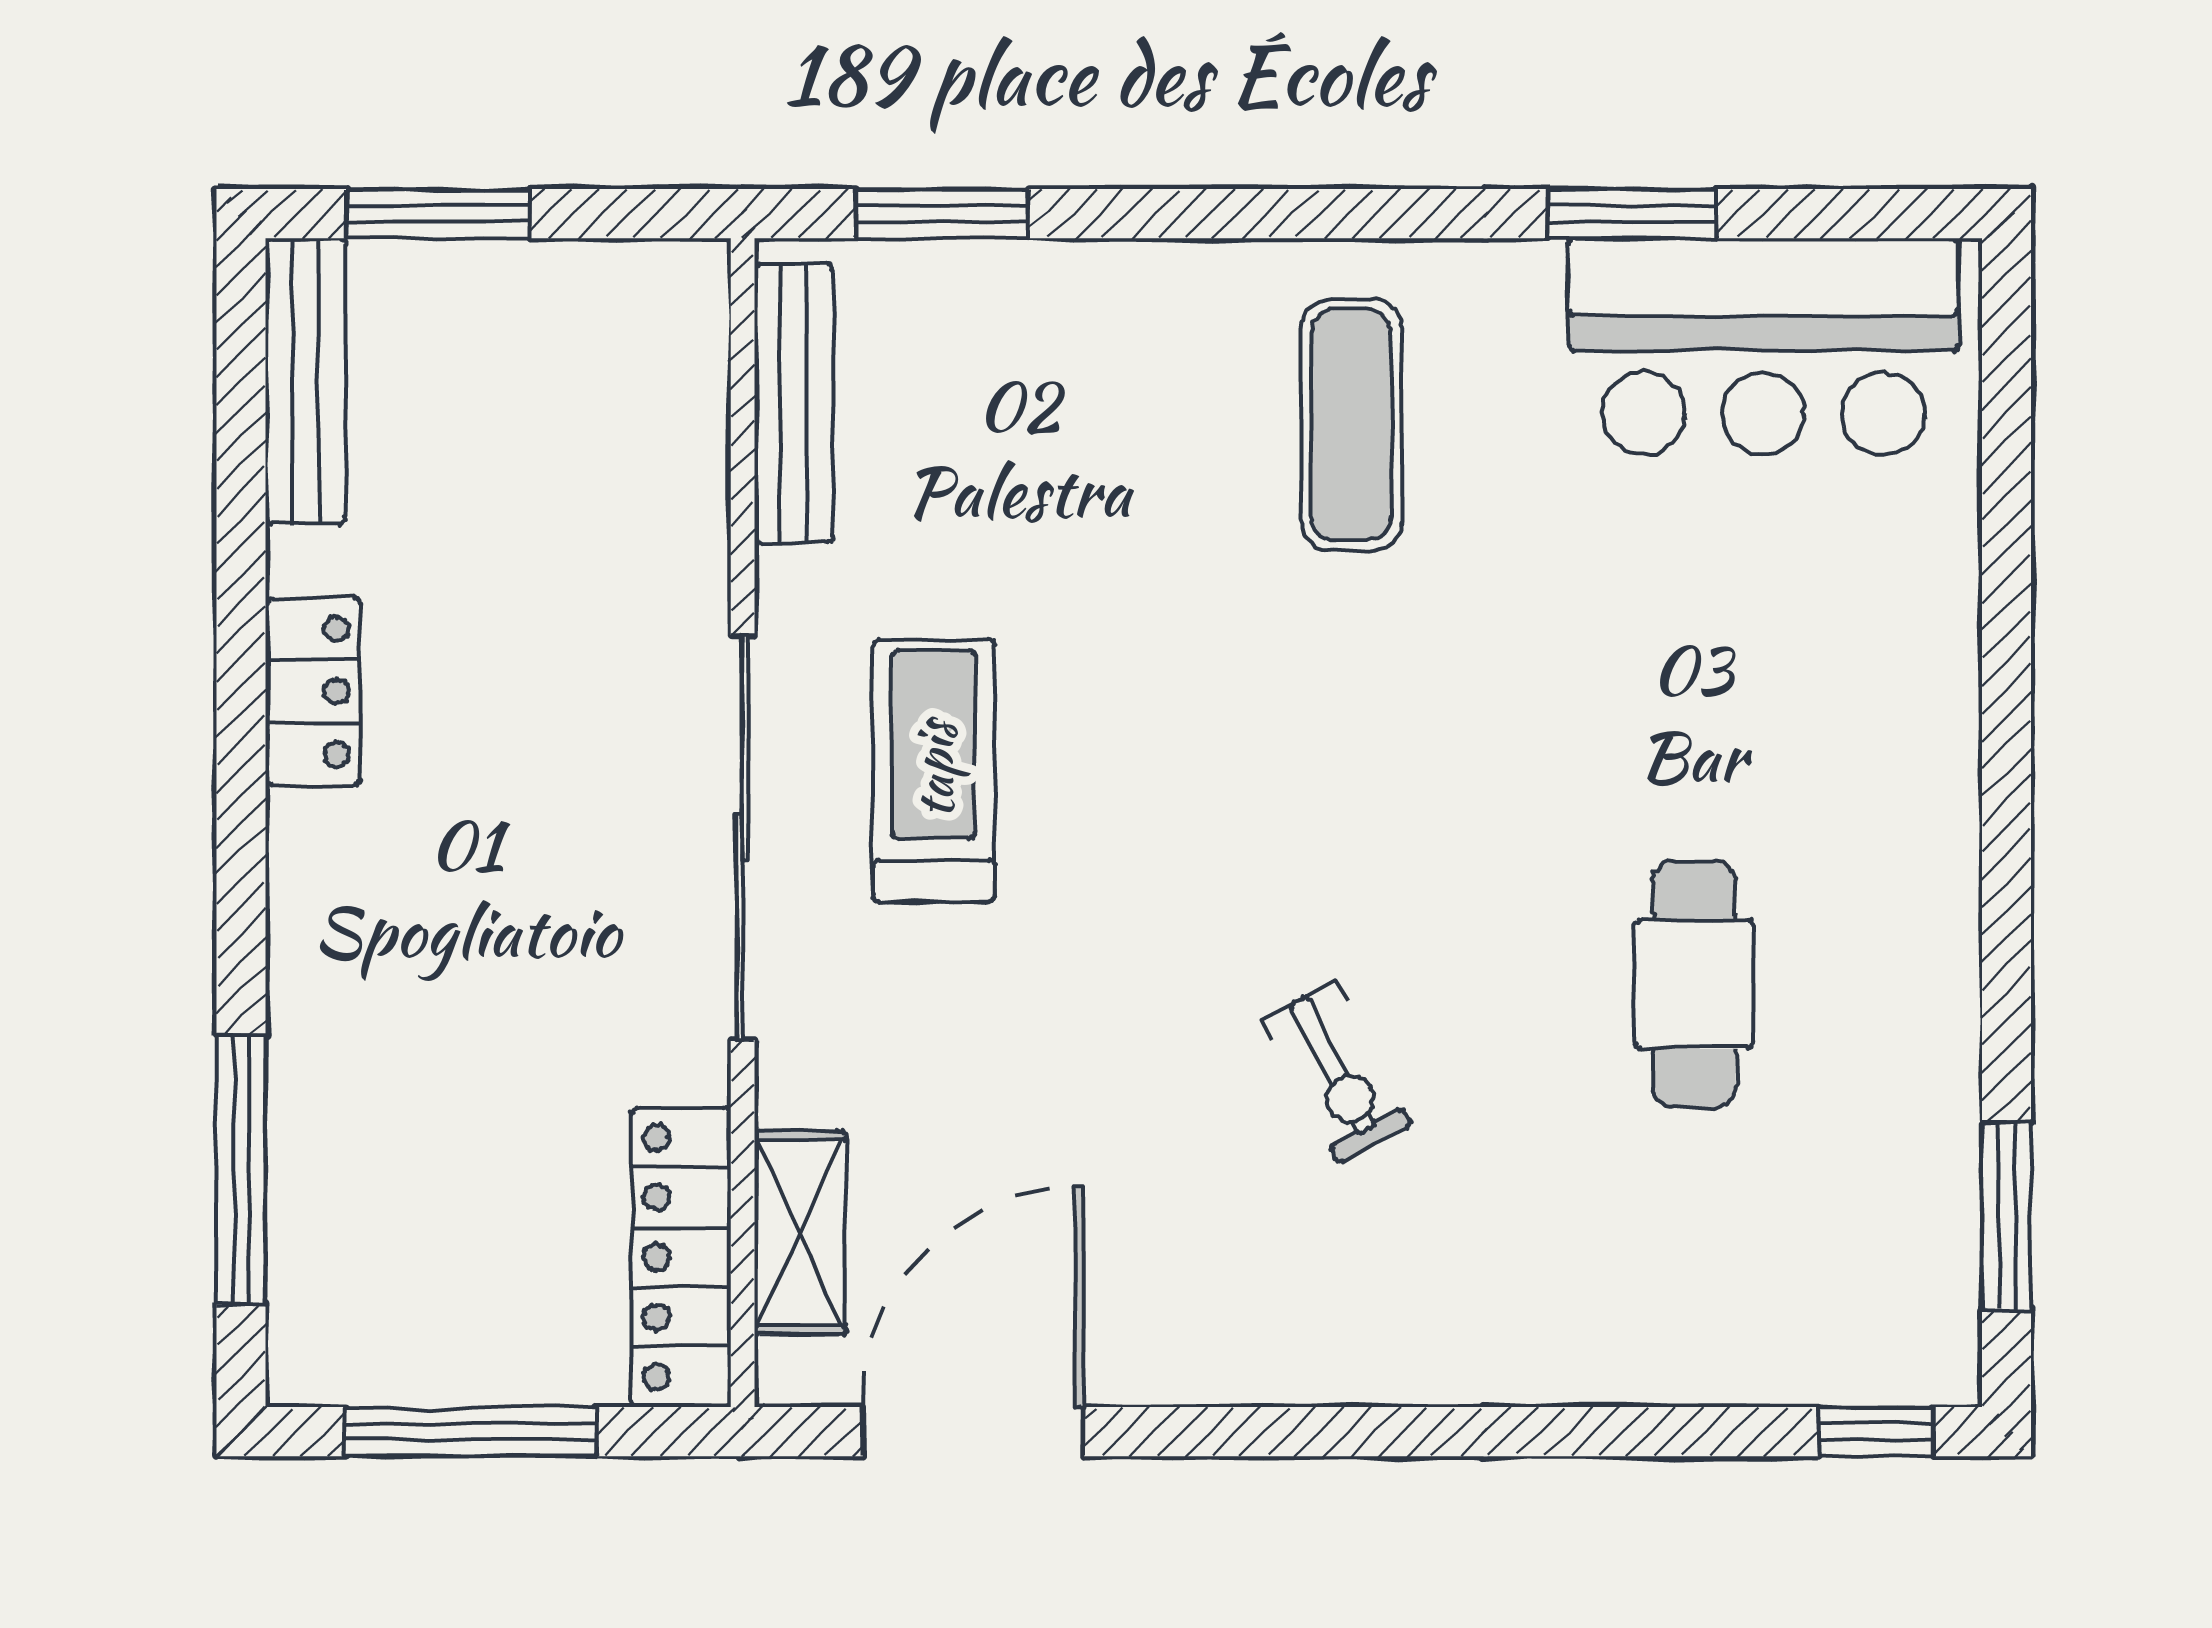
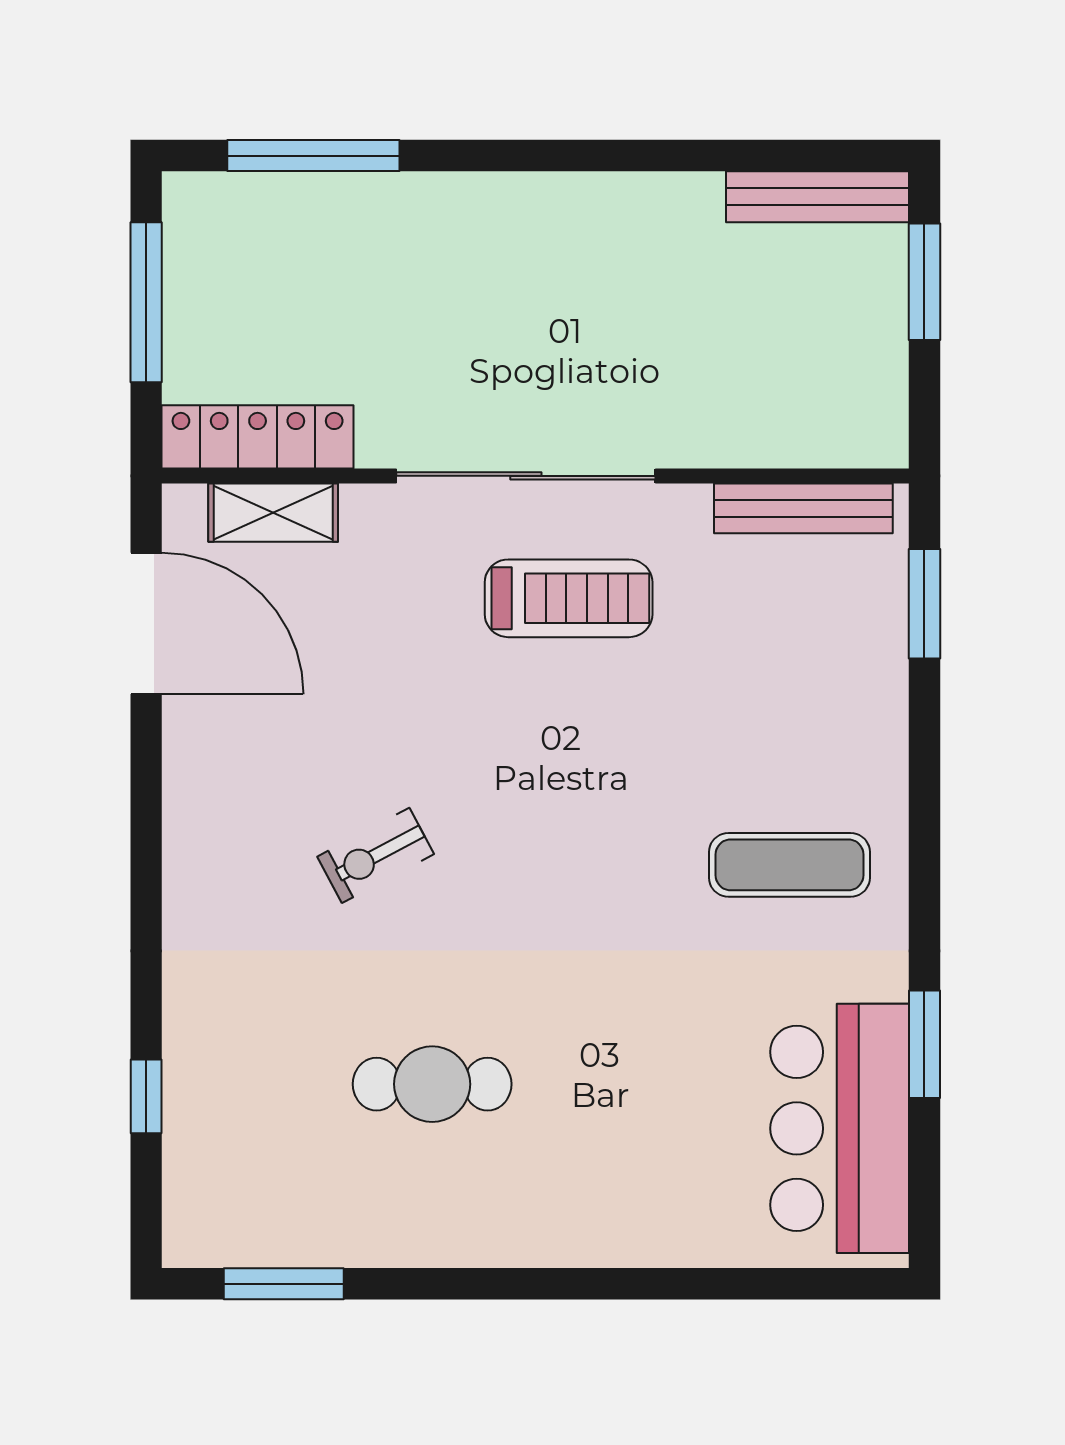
locker: (313, 692) -> (619, 201), removed
window: (1876, 1432) -> (146, 1096), moved

